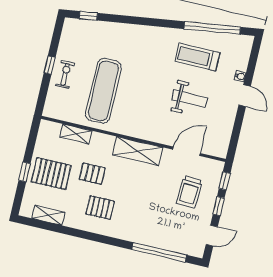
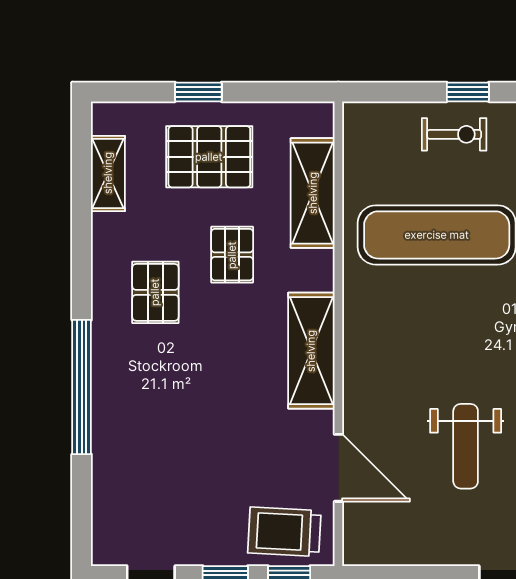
shelving: (76, 134) -> (313, 193), width x1.50, depth x1.33
pallet: (51, 174) -> (209, 157), turned 90
trolley: (189, 192) -> (284, 532), moved
window: (159, 252) -> (82, 387), moved

